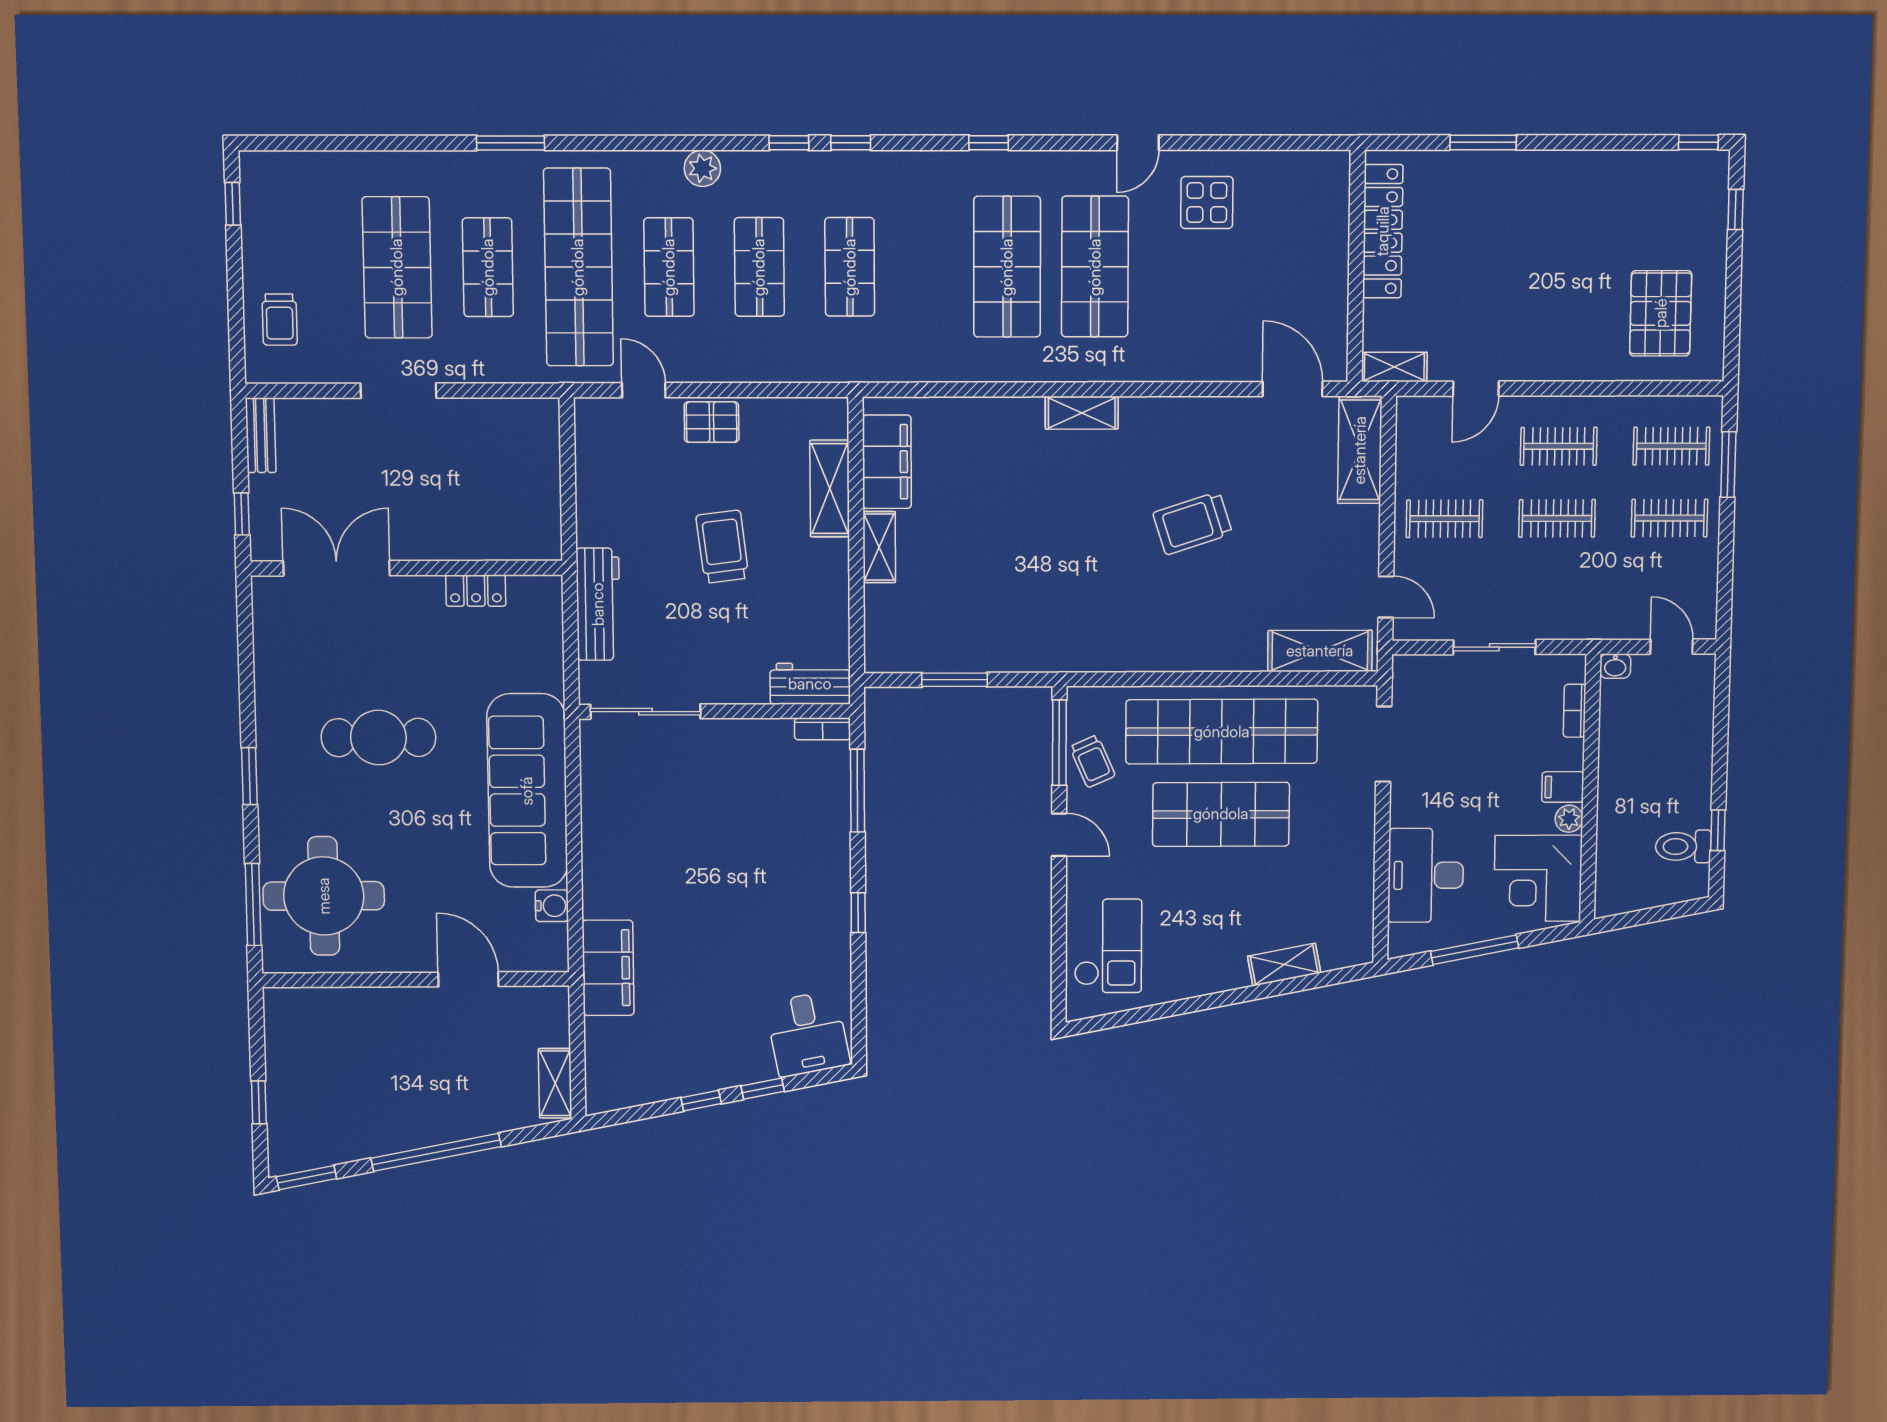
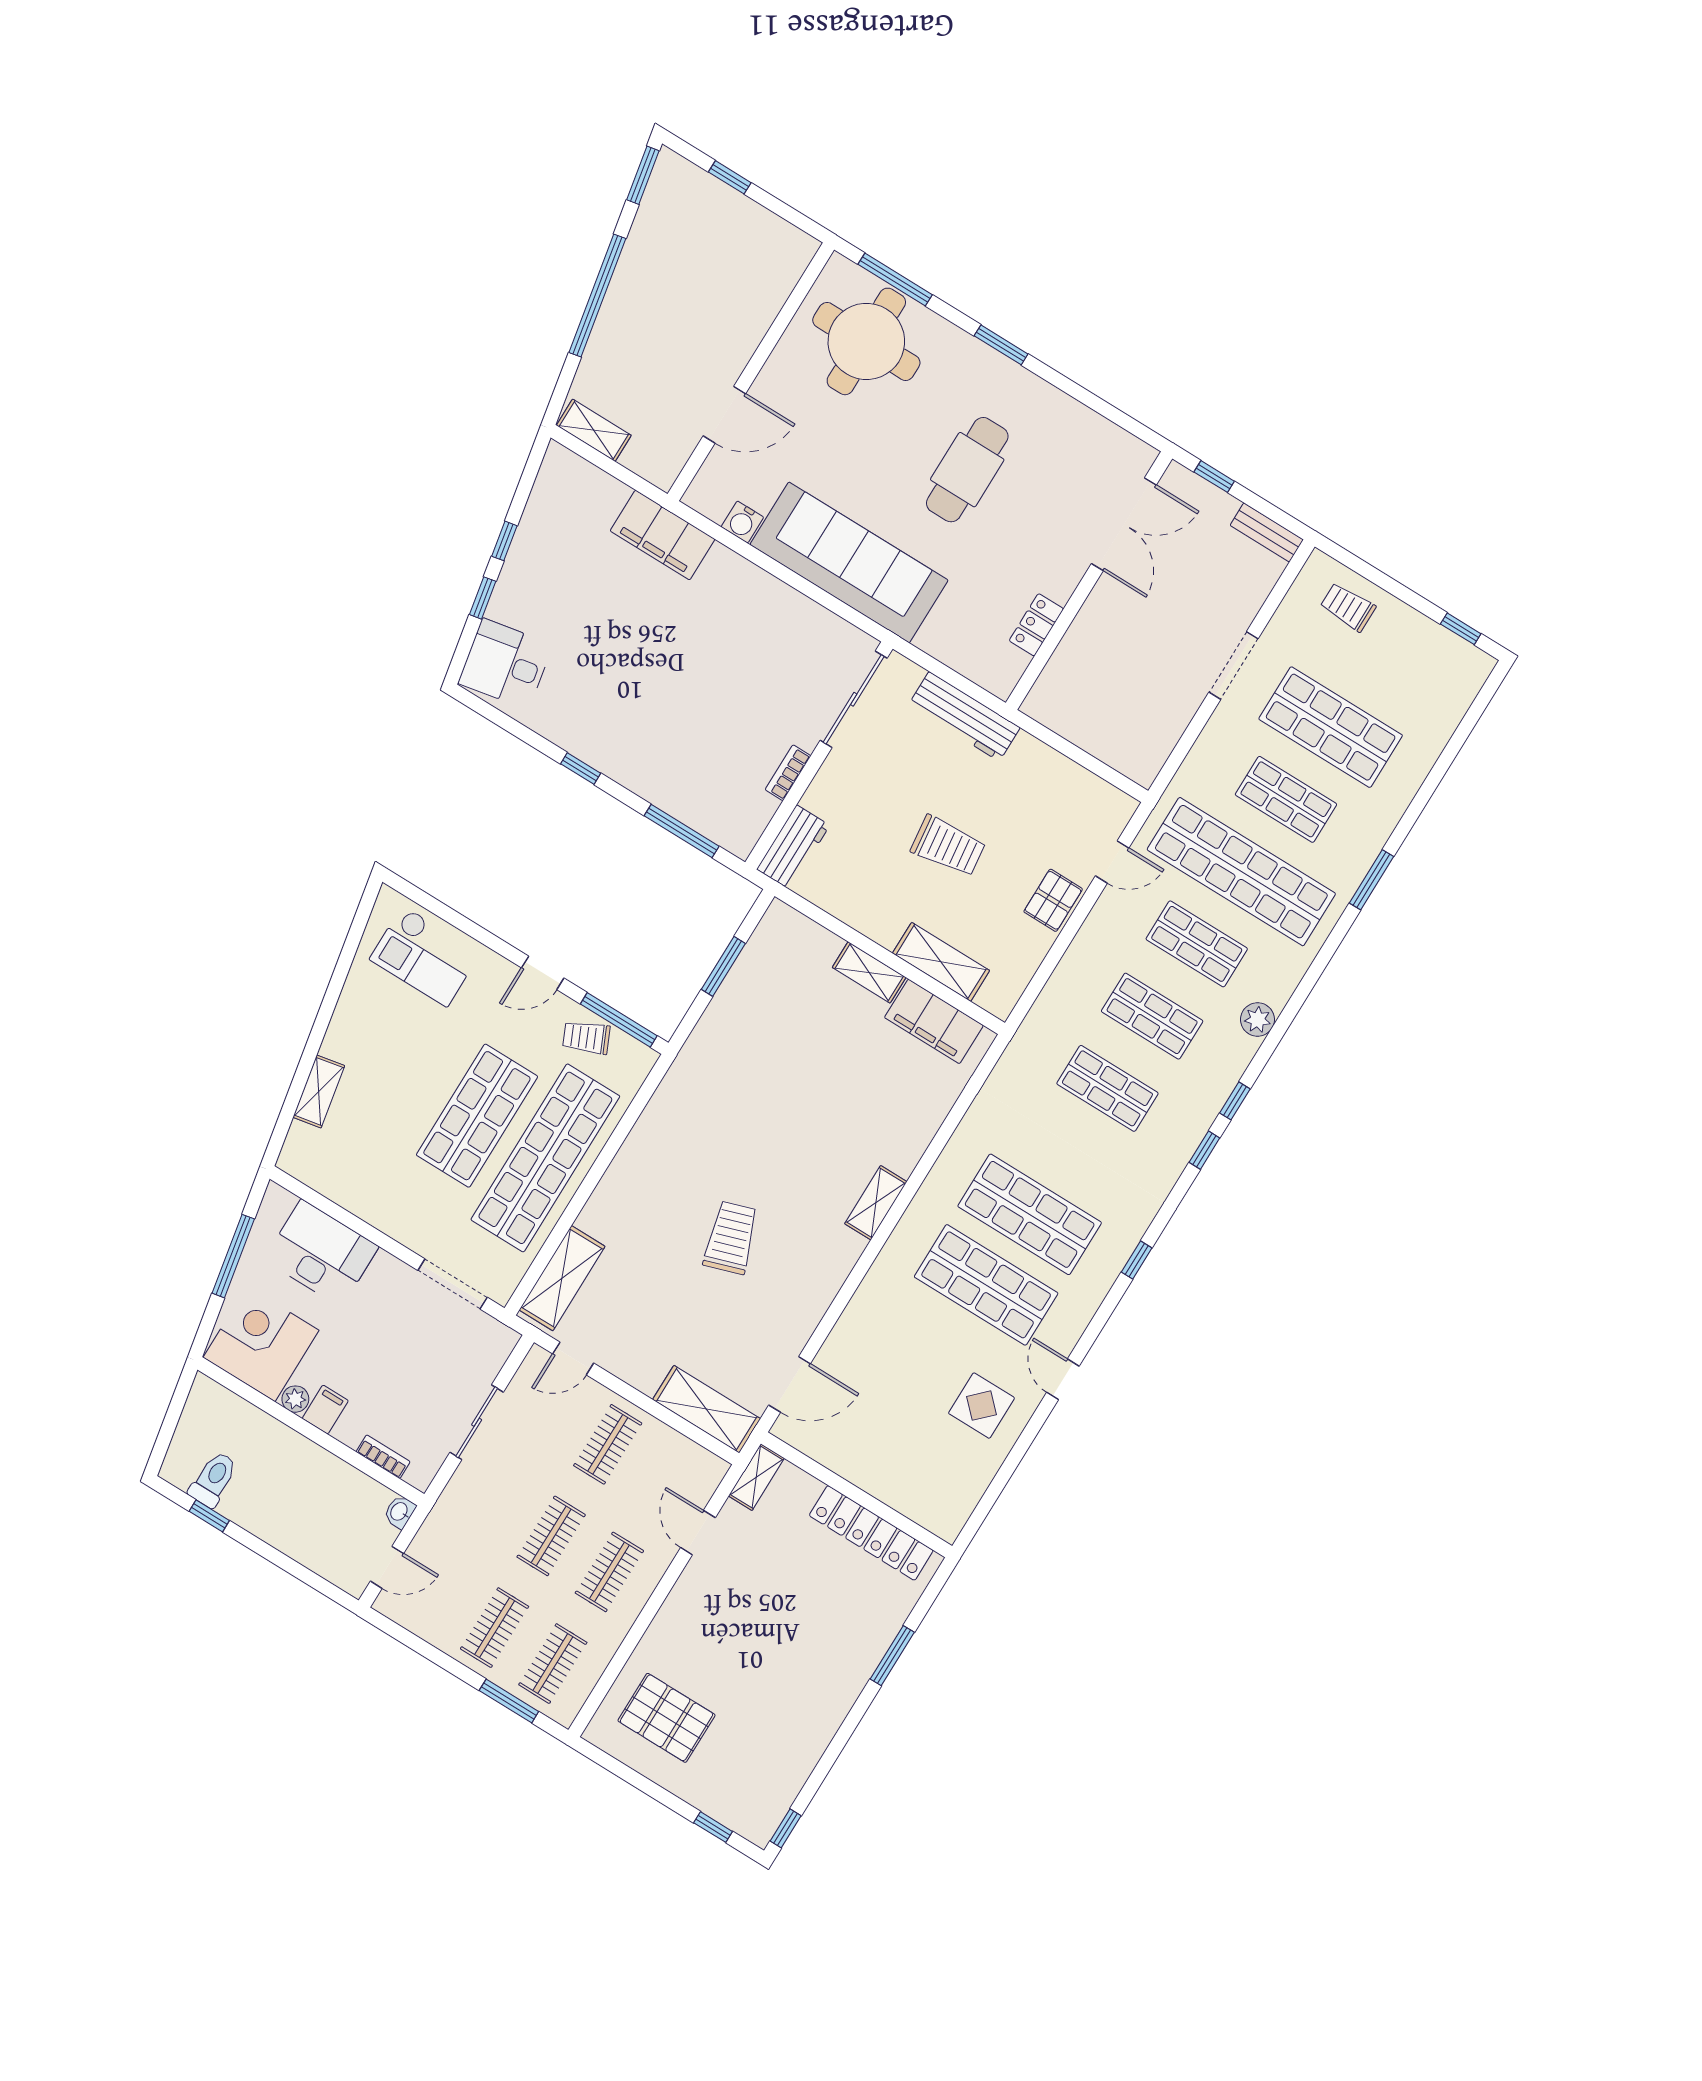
bookcase: (822, 729) -> (788, 773), moved

